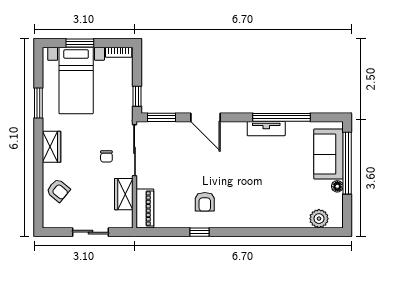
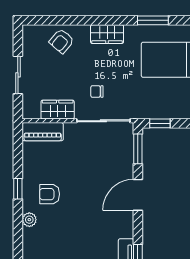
plant: (229, 221) -> (29, 220), added

